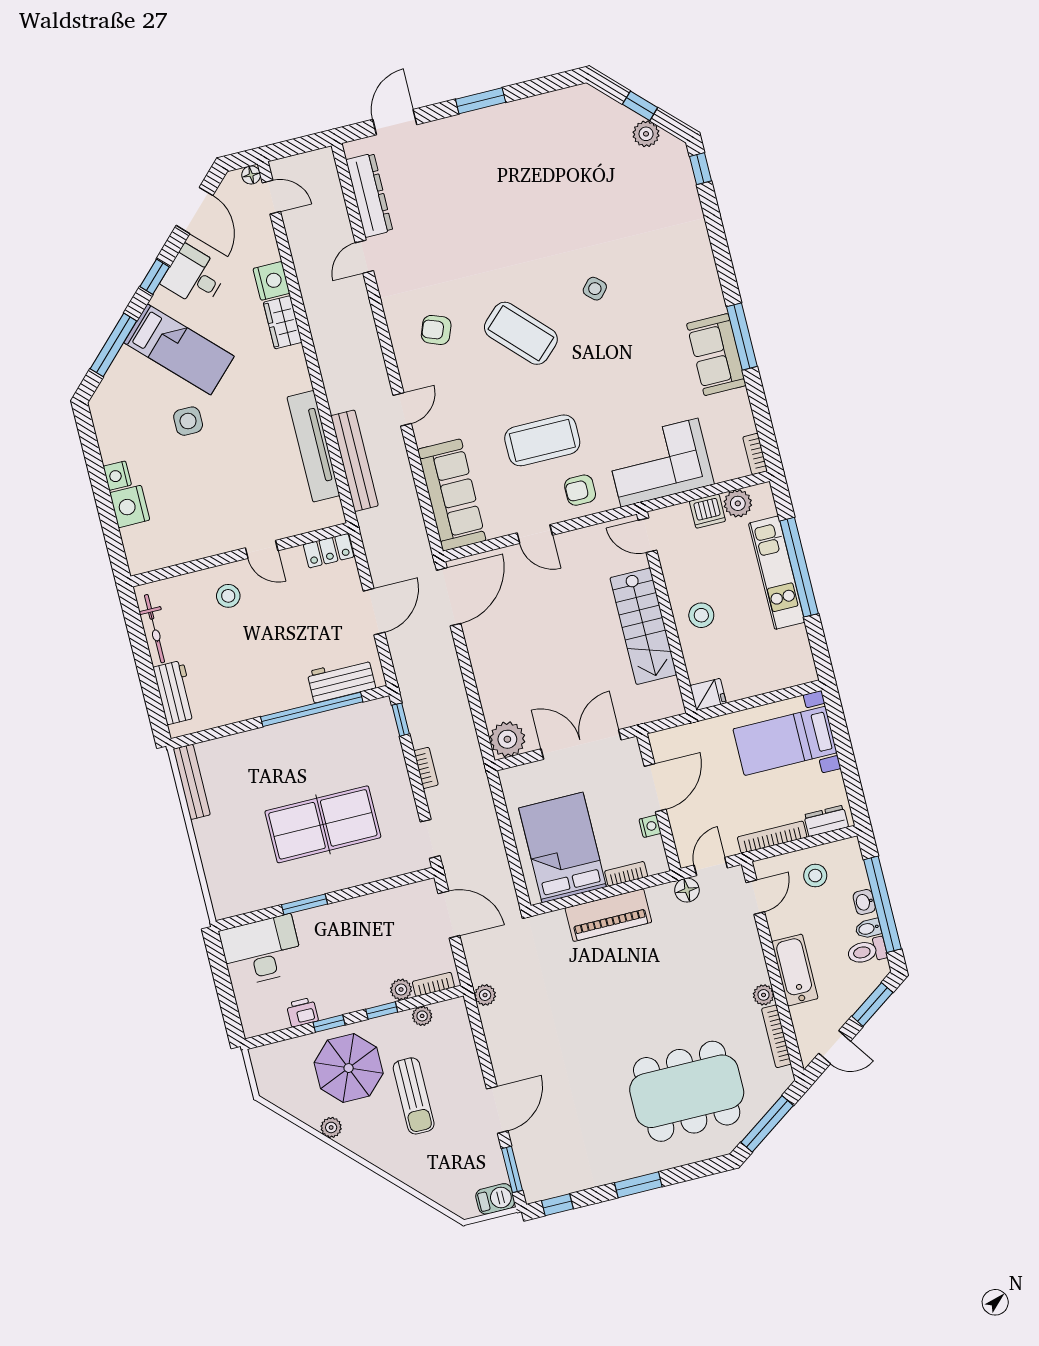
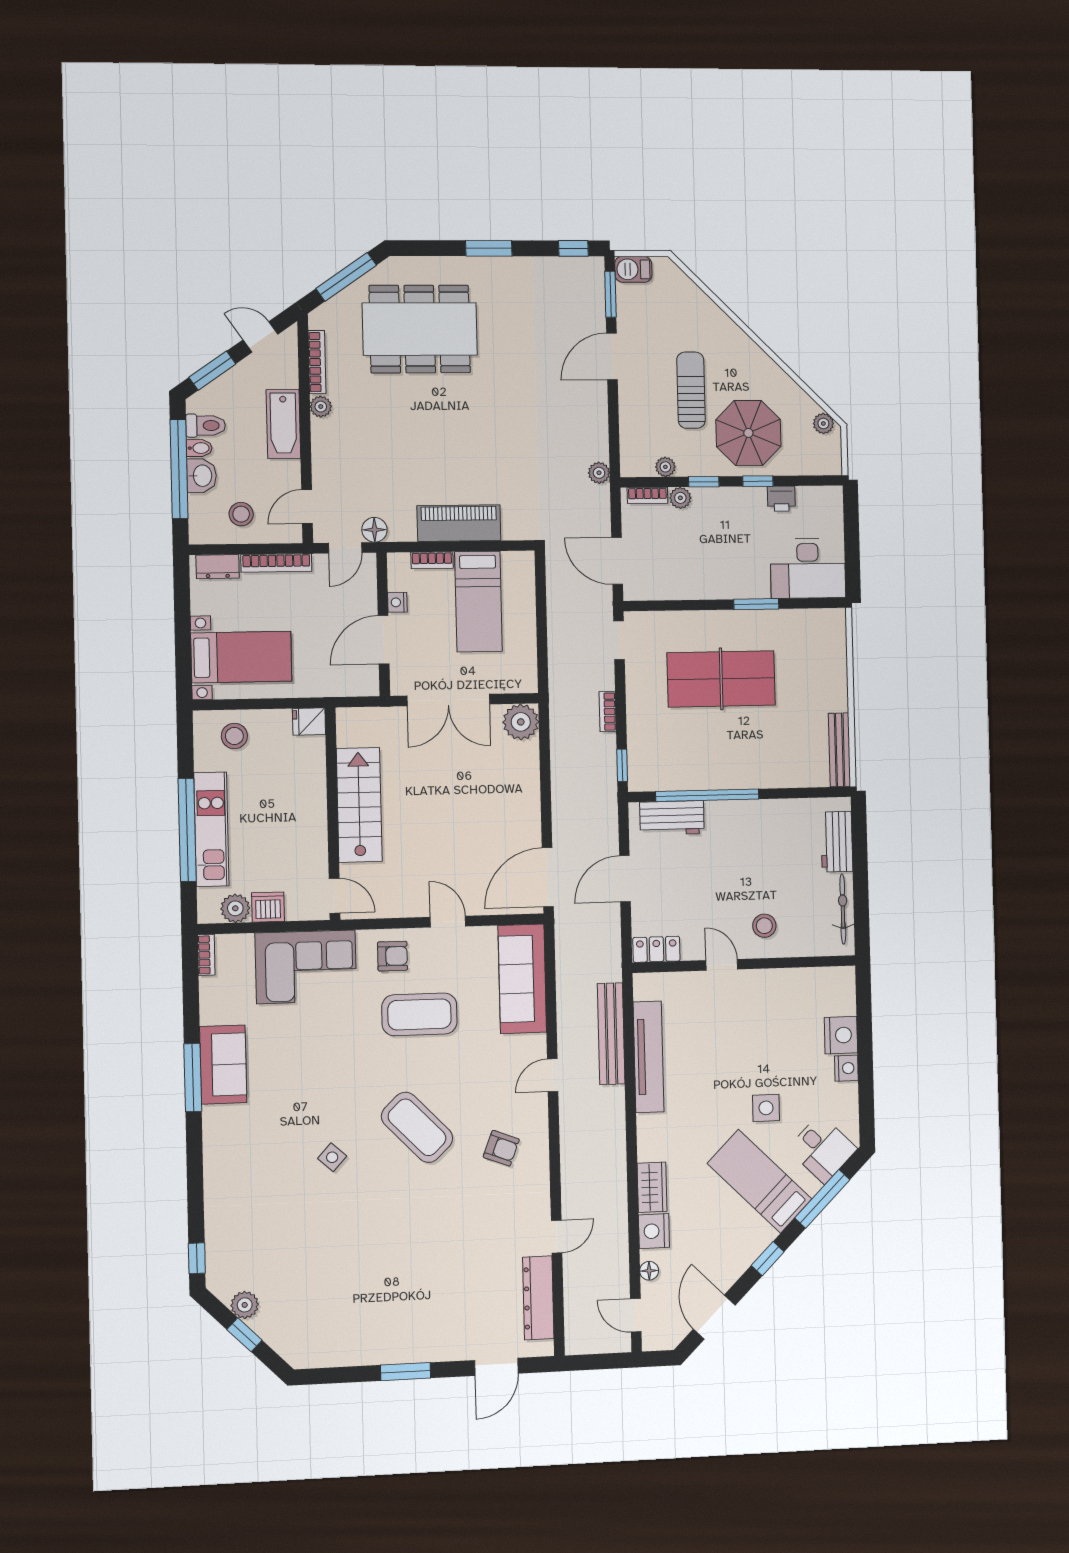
floor lamp: (251, 175) -> (649, 1271), moved
desk: (194, 277) -> (822, 1149), moved
stool: (701, 615) -> (234, 736), moved
bed: (562, 847) -> (478, 602), width x0.67
washbasin: (864, 902) -> (202, 476), width x1.38, depth x1.45
plant: (331, 1127) -> (823, 423), moved

